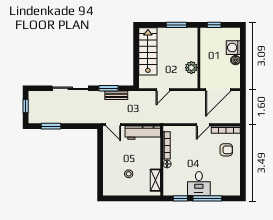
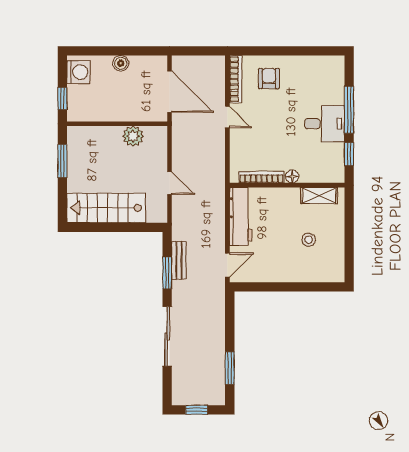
washing machine: (233, 48) -> (78, 72), moved, turned -90

